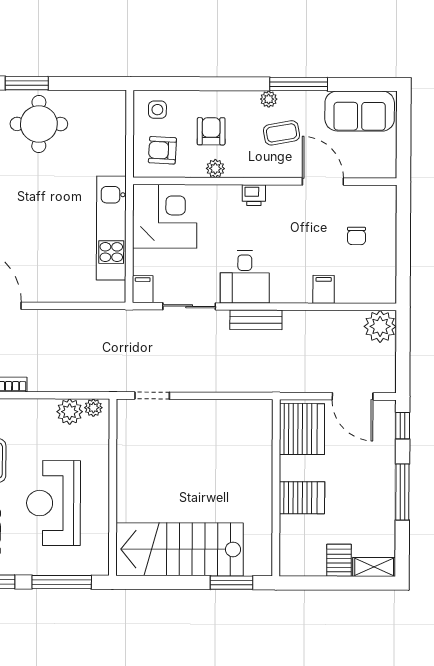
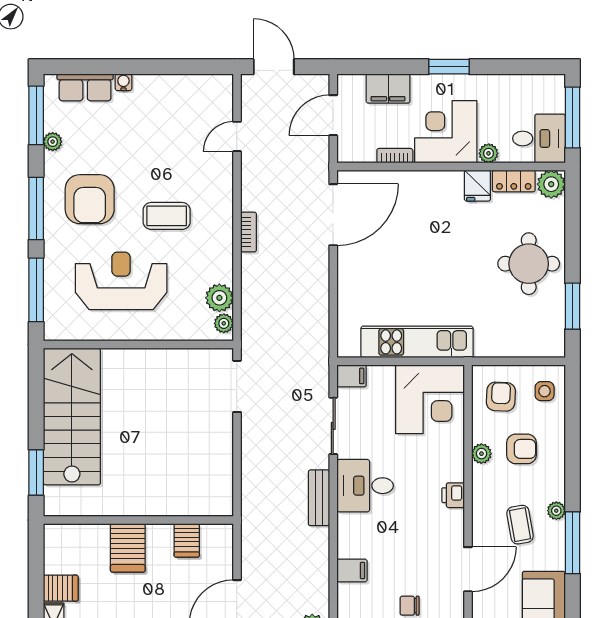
window: (27, 83) -> (573, 306), moved
doorway: (152, 396) -> (237, 386), width x1.38
server rack: (302, 429) -> (187, 540), width x0.46, depth x0.70

